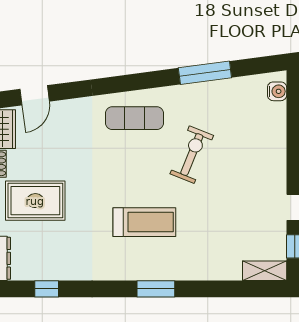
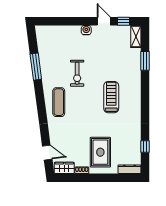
water cooler: (277, 91) -> (86, 30), moved
exercise bike: (192, 155) -> (77, 73), turned -112
window: (156, 289) -> (145, 61), moved

